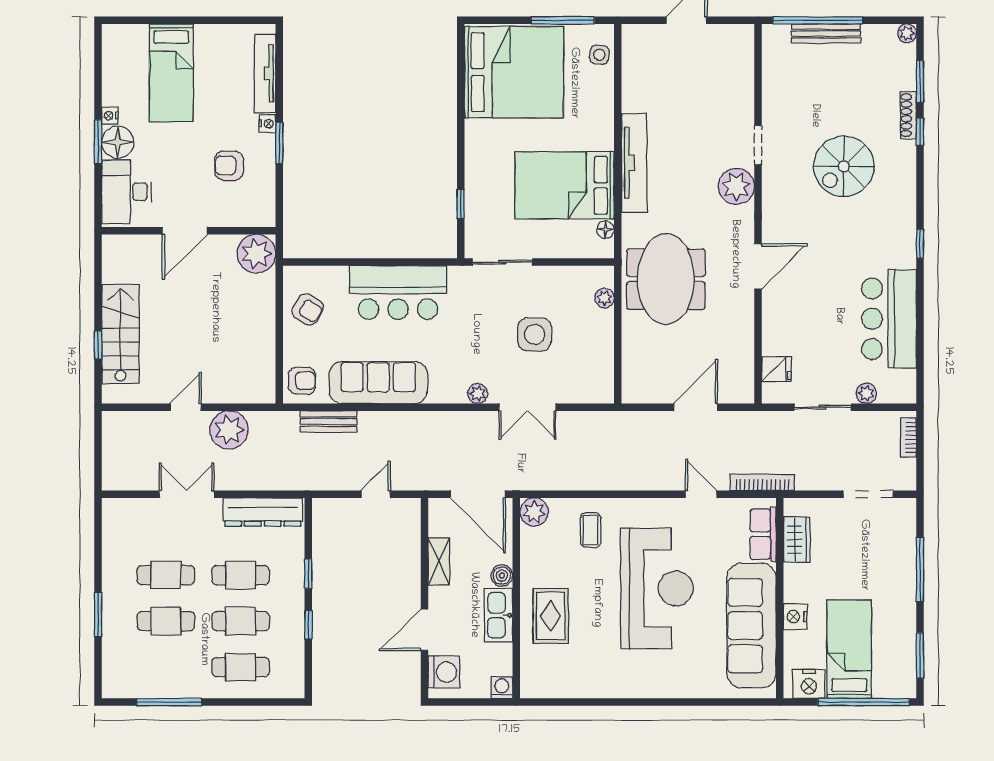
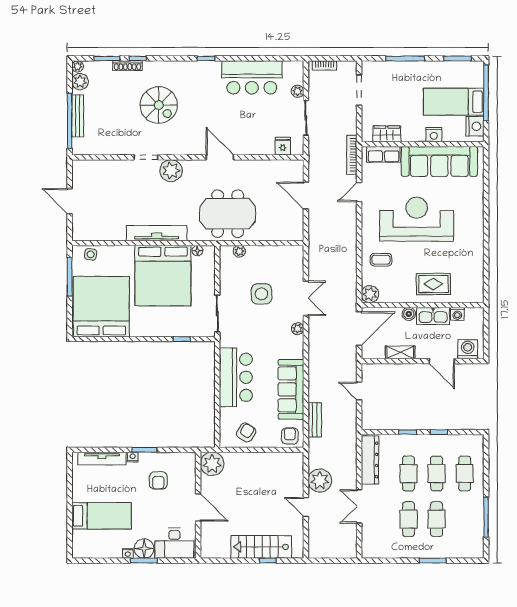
plant: (882, 37) -> (80, 82), added
bed: (564, 185) -> (163, 276), width x1.36
washing machine: (502, 688) -> (457, 314), moved, turned -90

